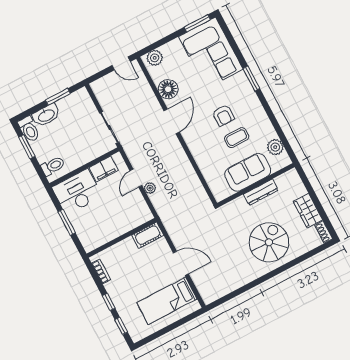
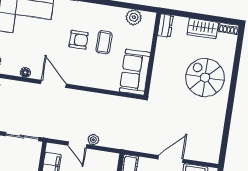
floor lamp: (168, 89) -> (25, 72), width x0.53, depth x0.53
sofa: (248, 172) -> (135, 72), moved
dresser: (261, 192) -> (165, 26), moved, width x0.70

